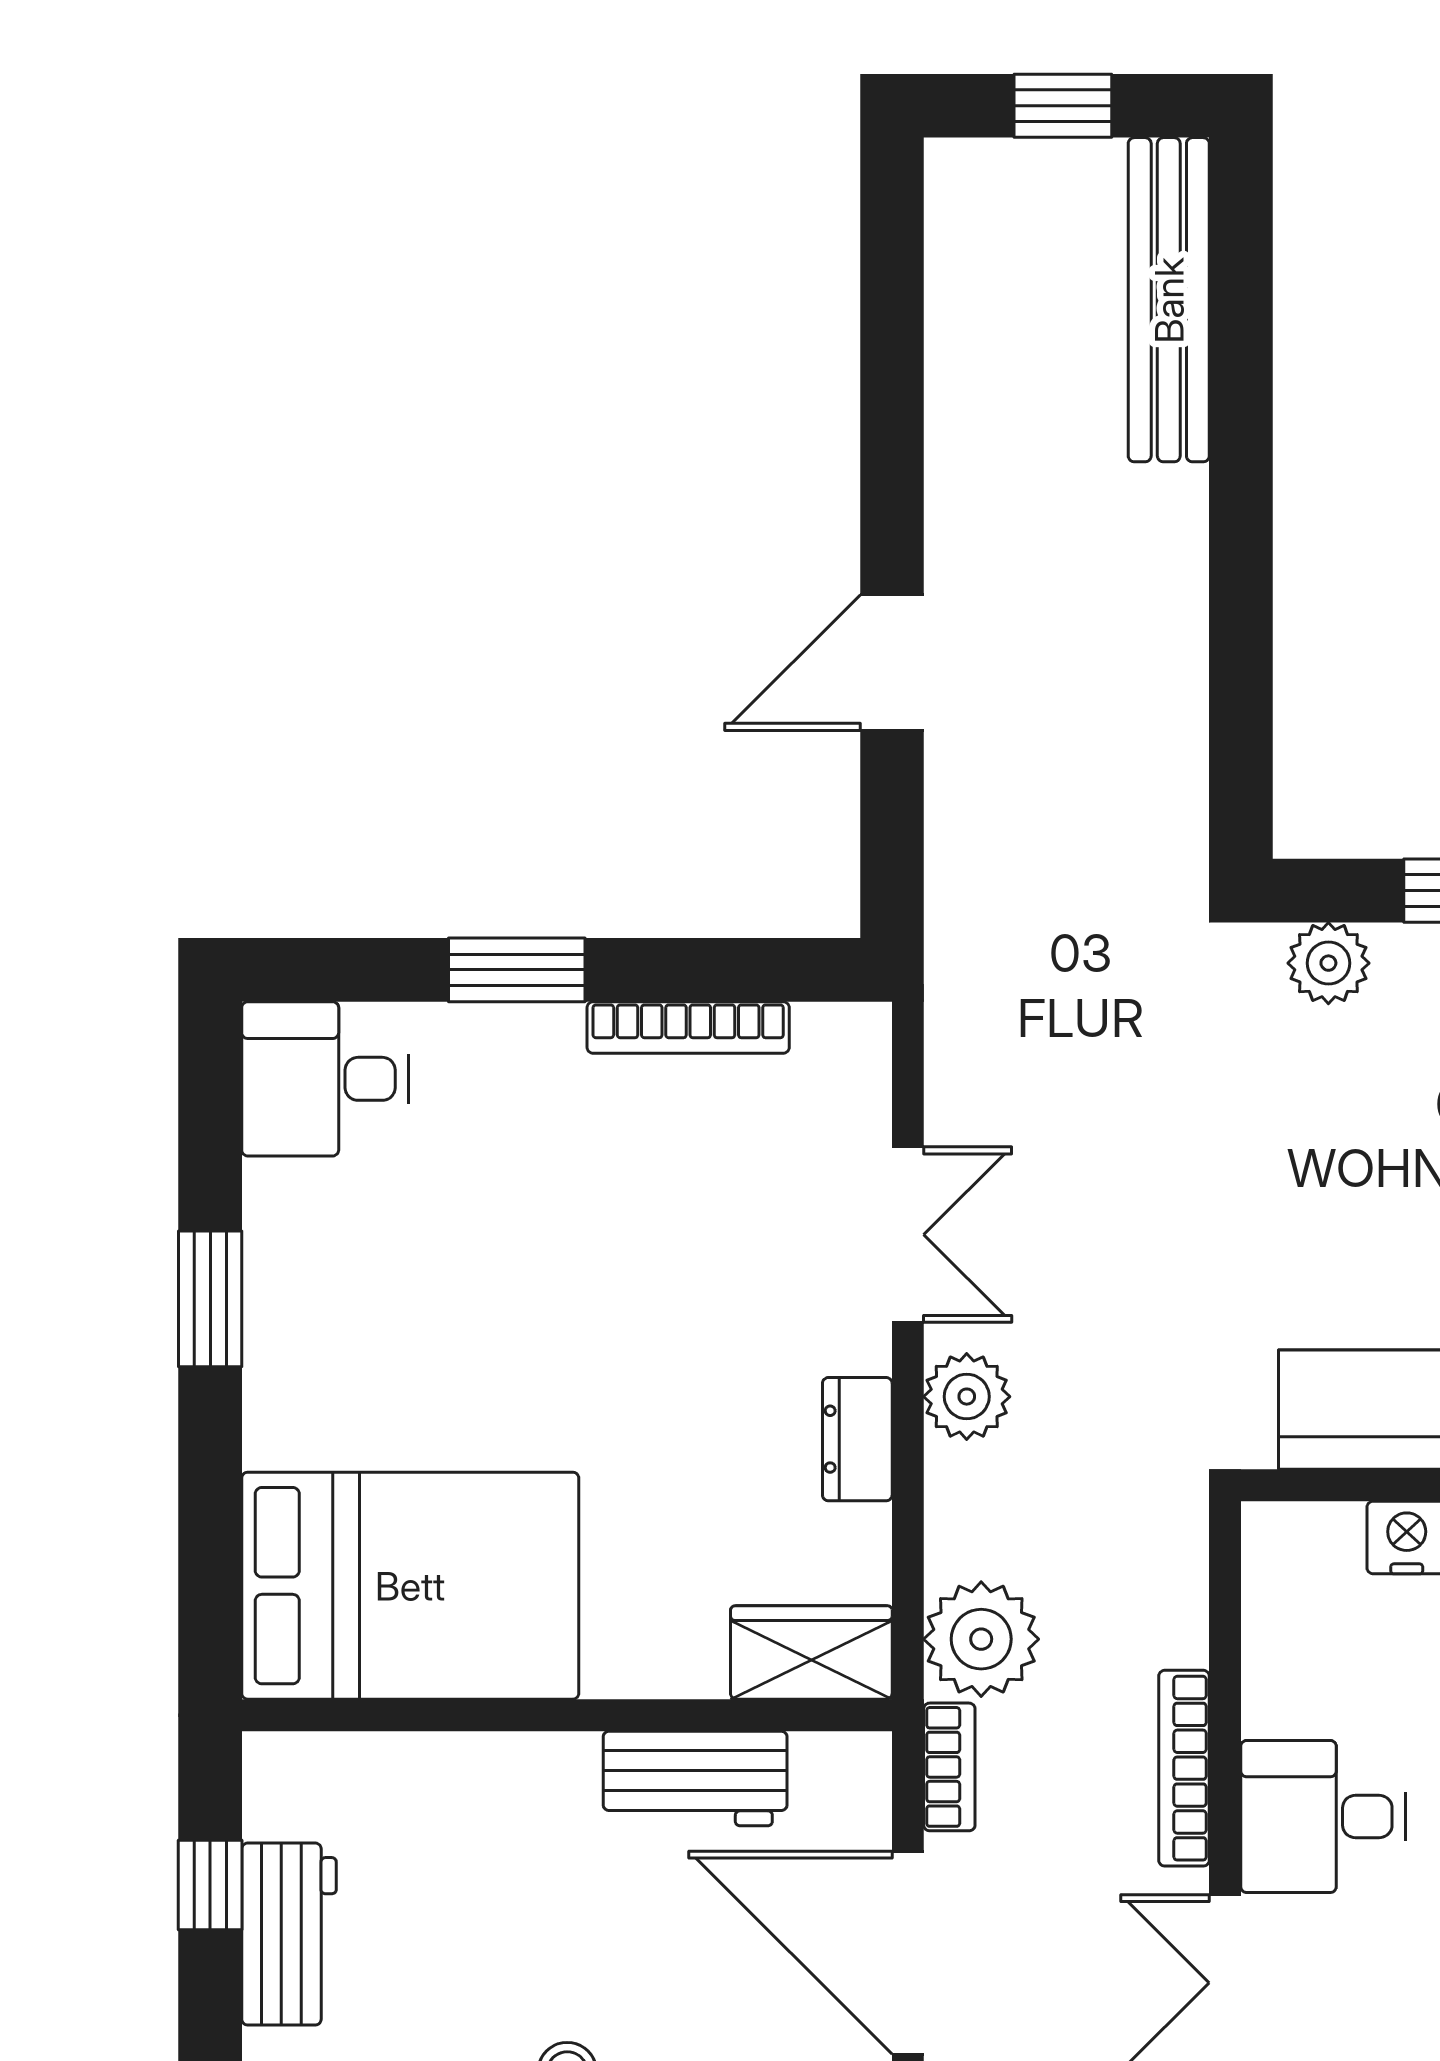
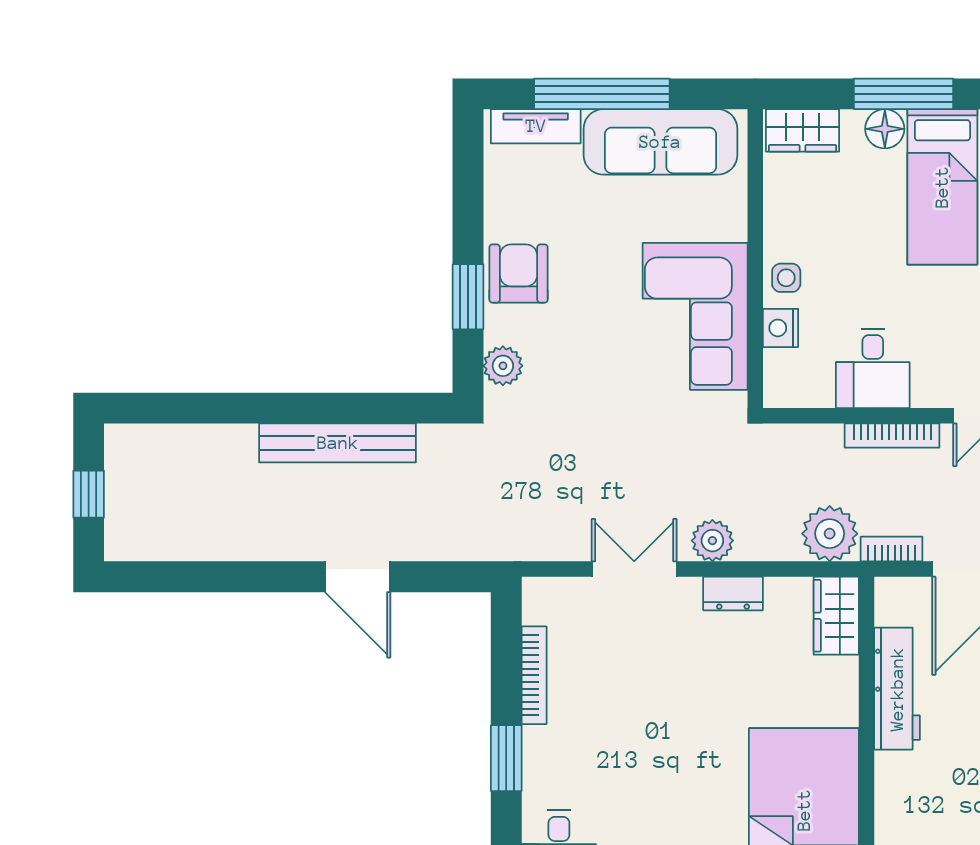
bench: (1169, 300) -> (338, 443), moved
workbench: (695, 1778) -> (897, 689), width x1.38
desk: (1323, 1817) -> (873, 368), moved

